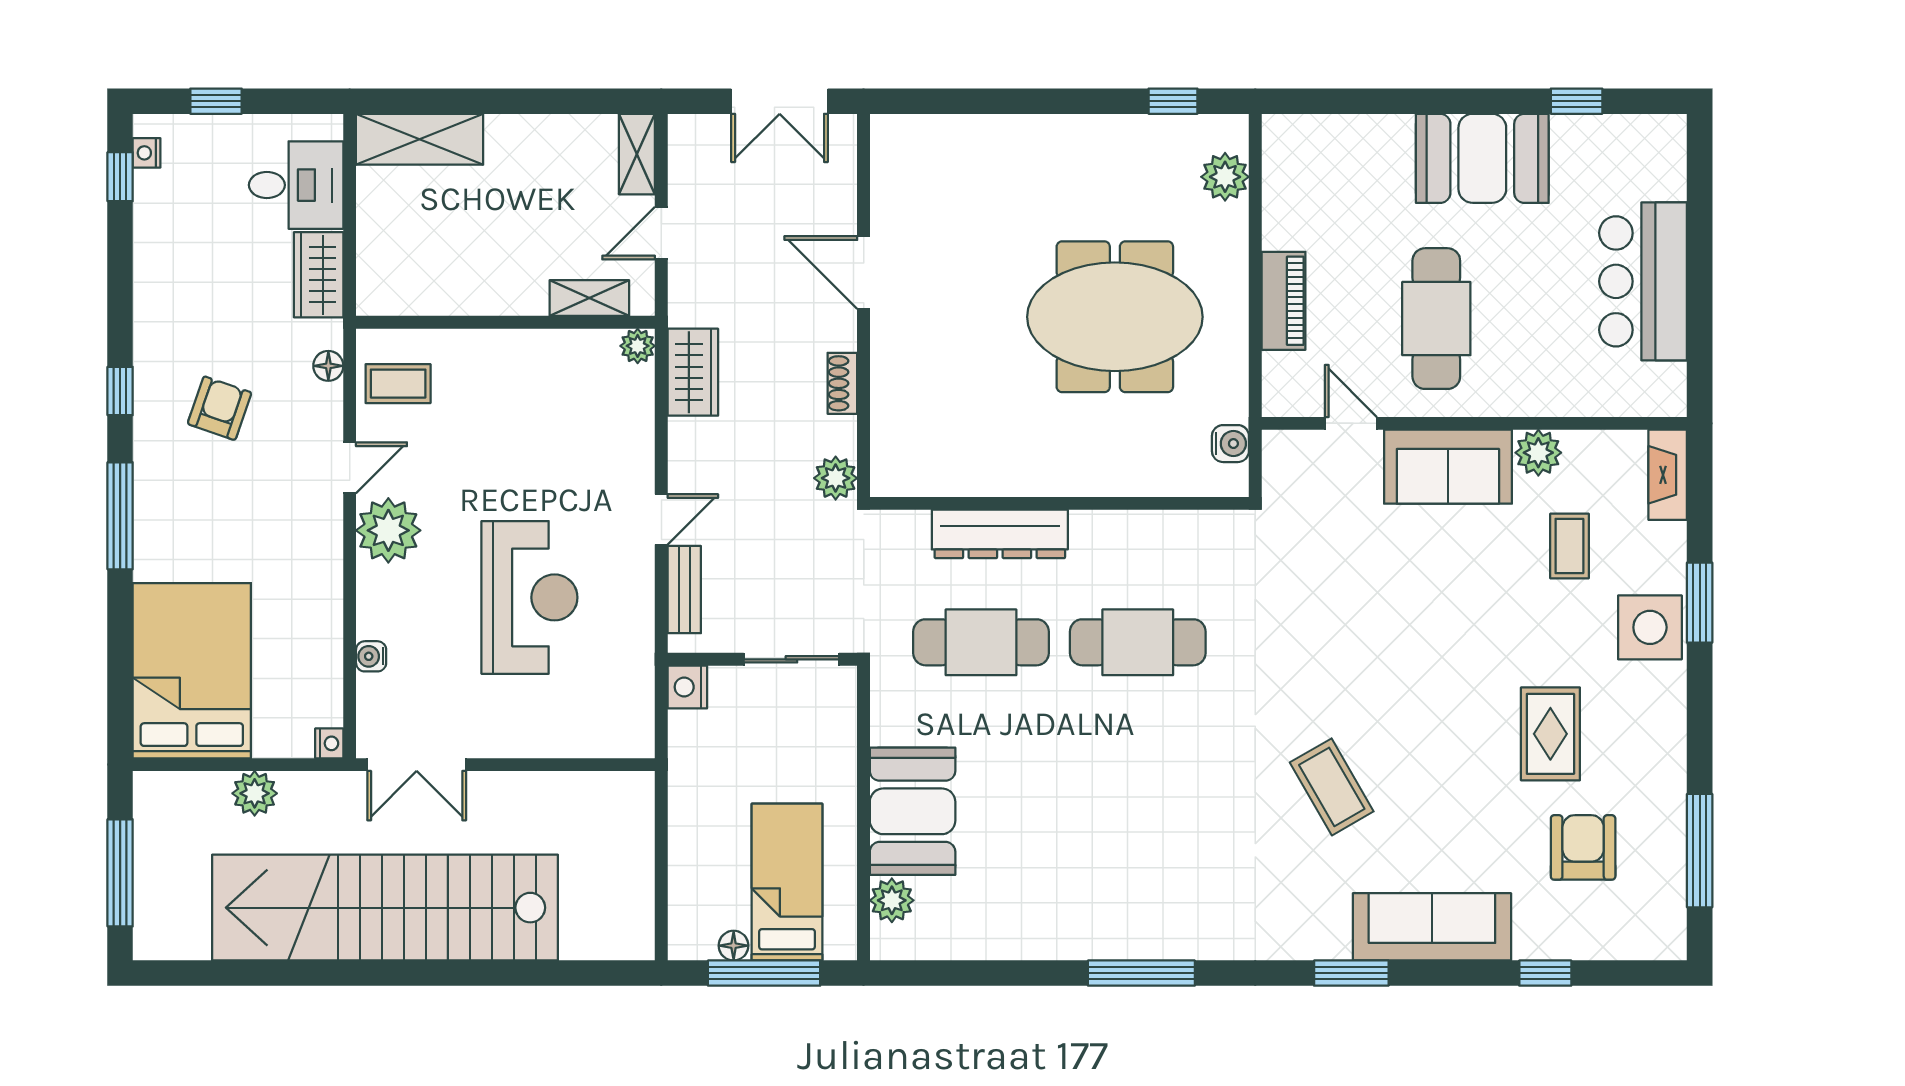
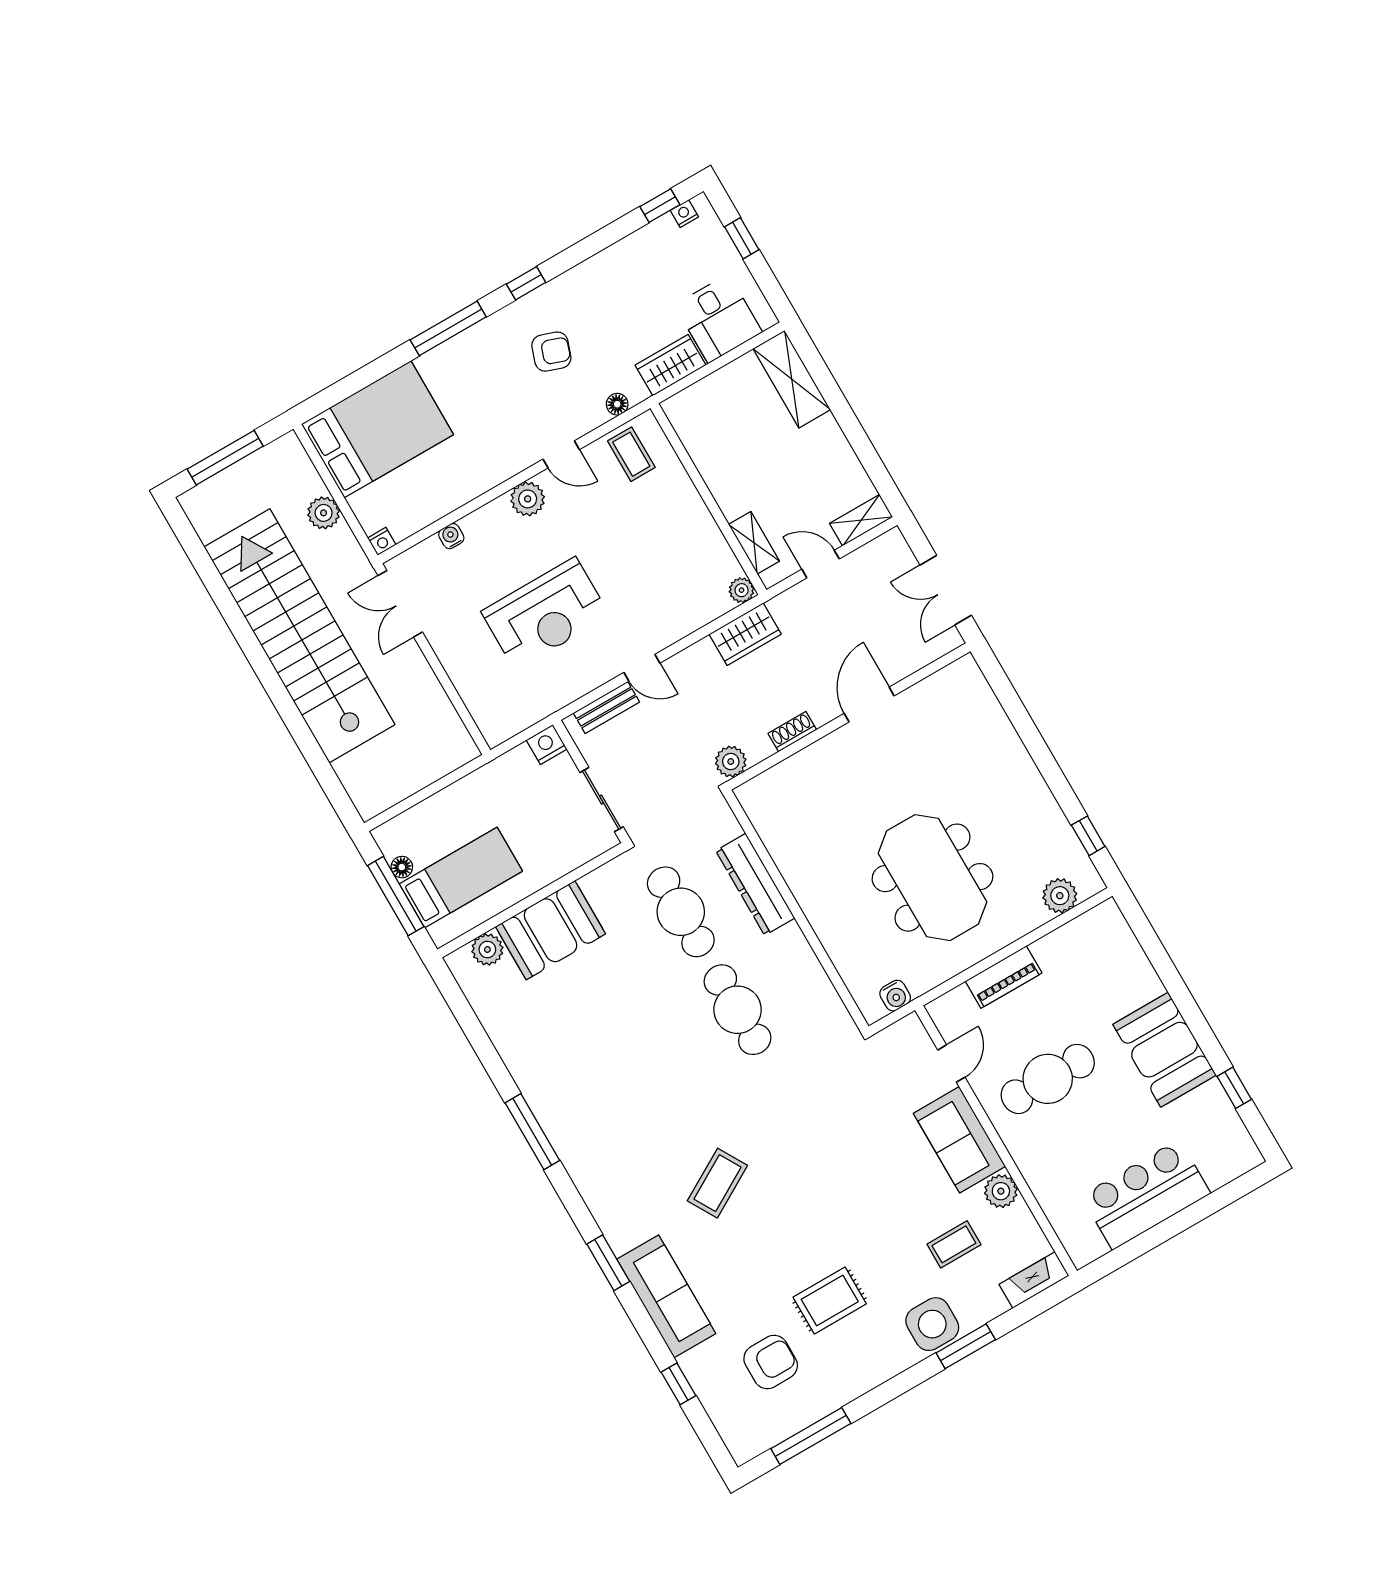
plant: (388, 530) -> (528, 499), width x0.73, depth x0.73

